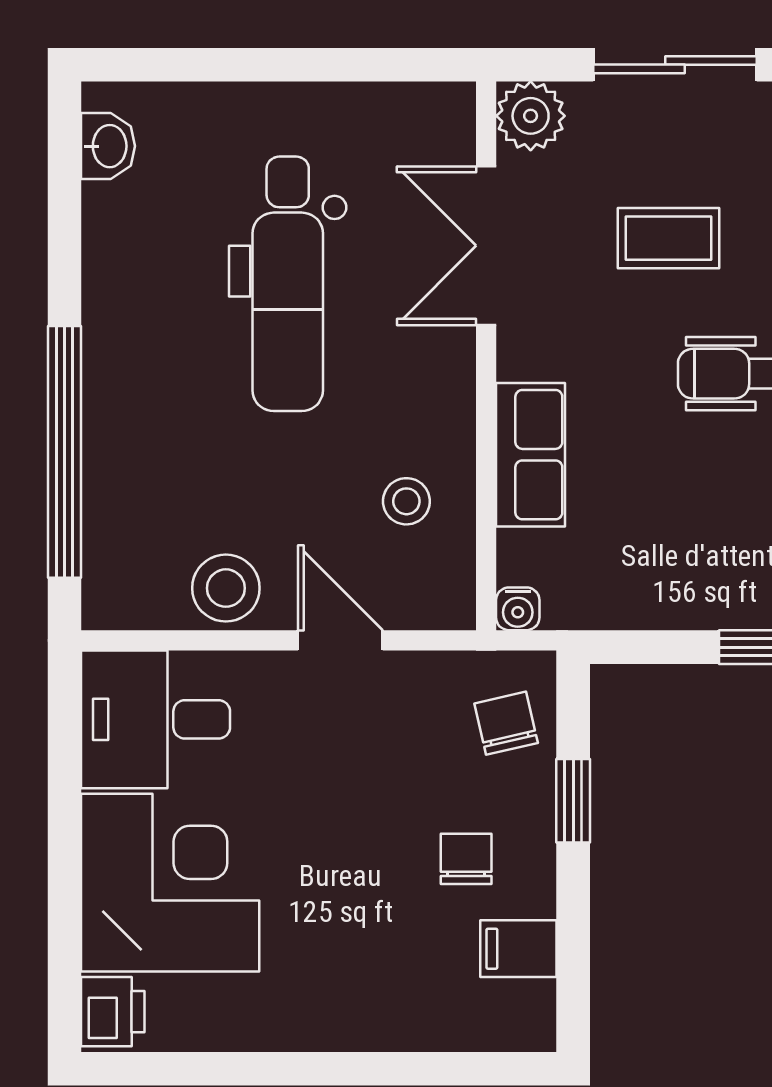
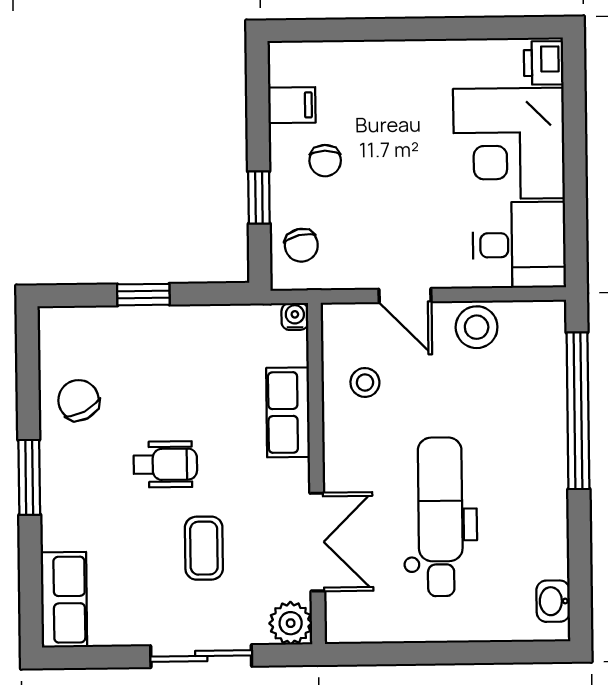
coffee table: (669, 238) -> (204, 548), turned 90

